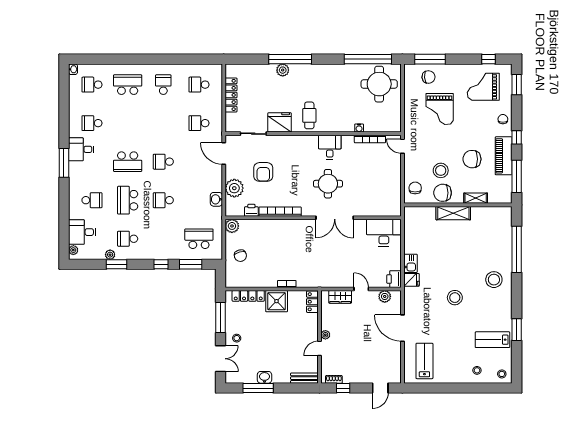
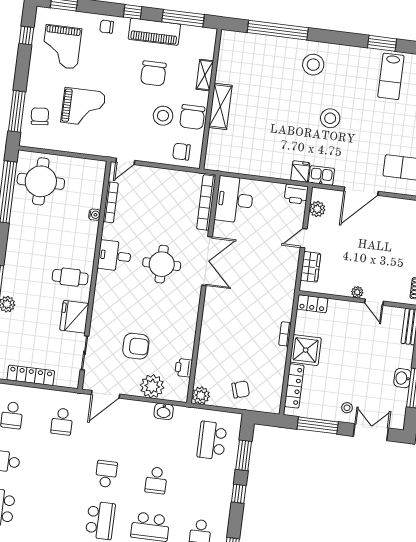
school desk: (163, 162) -> (106, 474), turned 180
bookcase: (280, 212) -> (206, 202), moved
kitchen sink: (410, 263) -> (321, 176), moved

